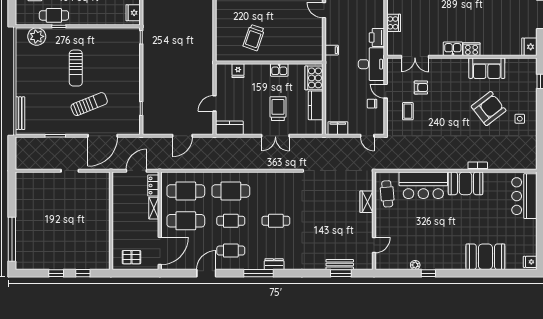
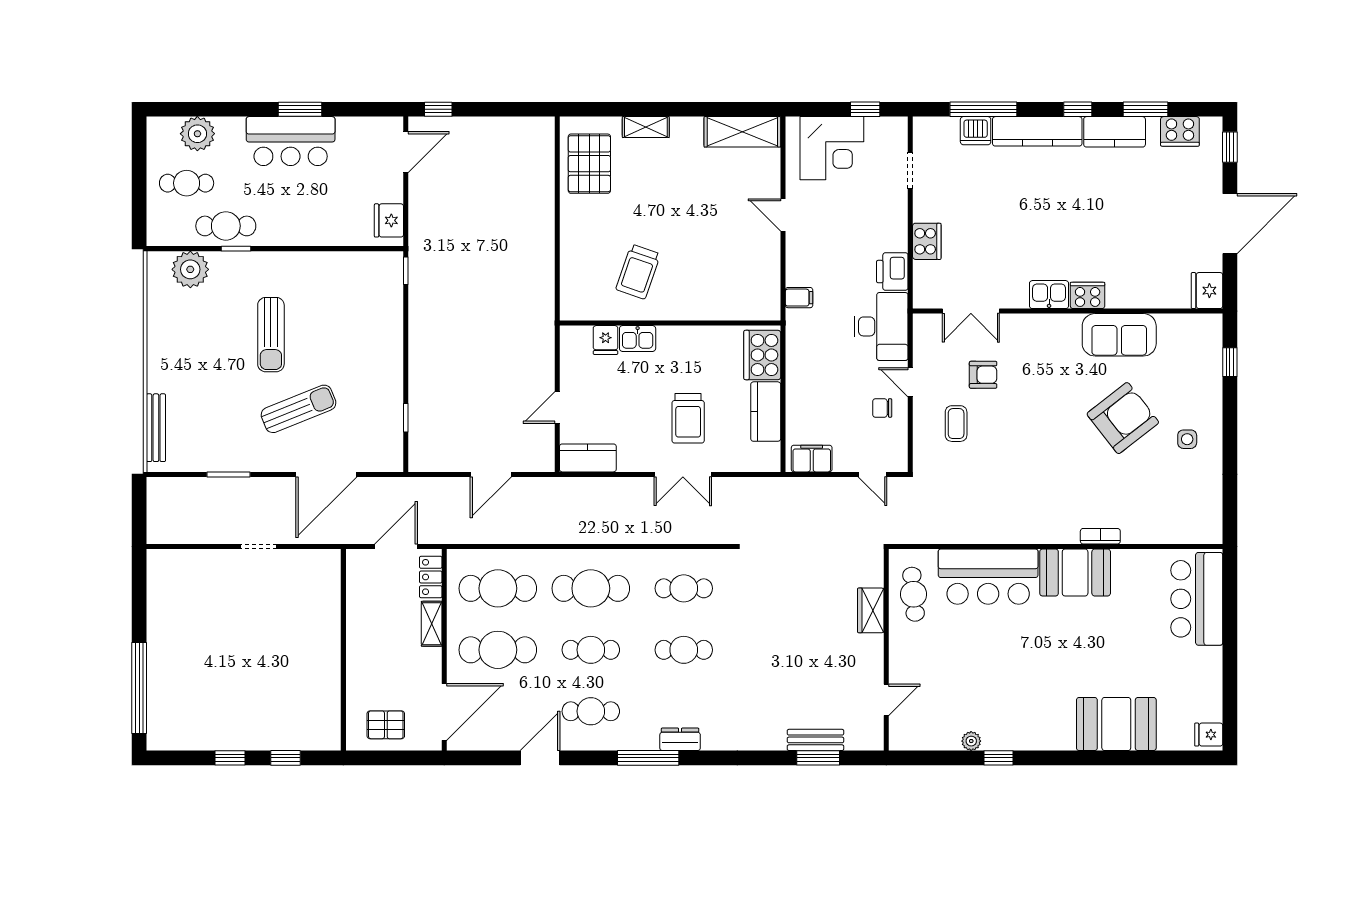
kitchen sink: (279, 70) -> (638, 339), moved
trolley: (278, 109) -> (688, 418), turned 180
cafe table: (276, 191) -> (684, 588), added

